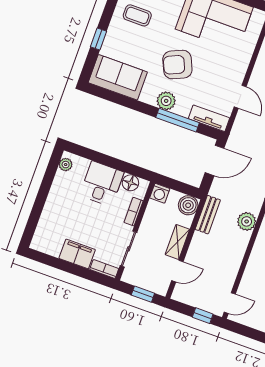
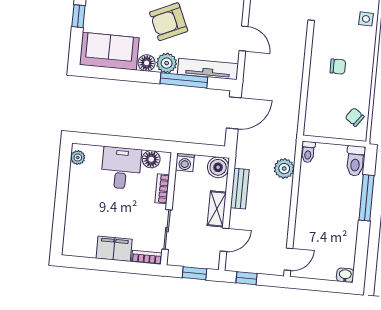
floor lamp: (148, 96) -> (147, 63), added
tv unit: (209, 118) -> (208, 69), width x1.41
bench: (208, 215) -> (240, 189), moved
window: (203, 316) -> (246, 278), moved

